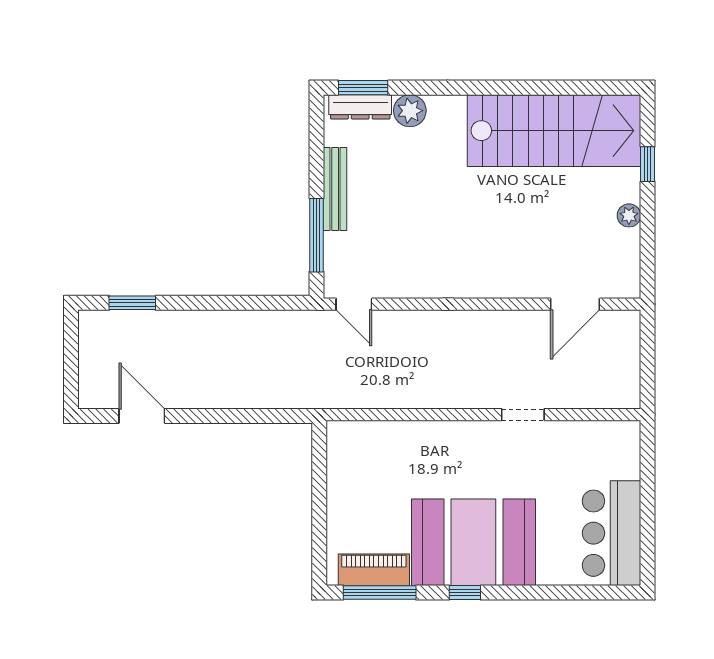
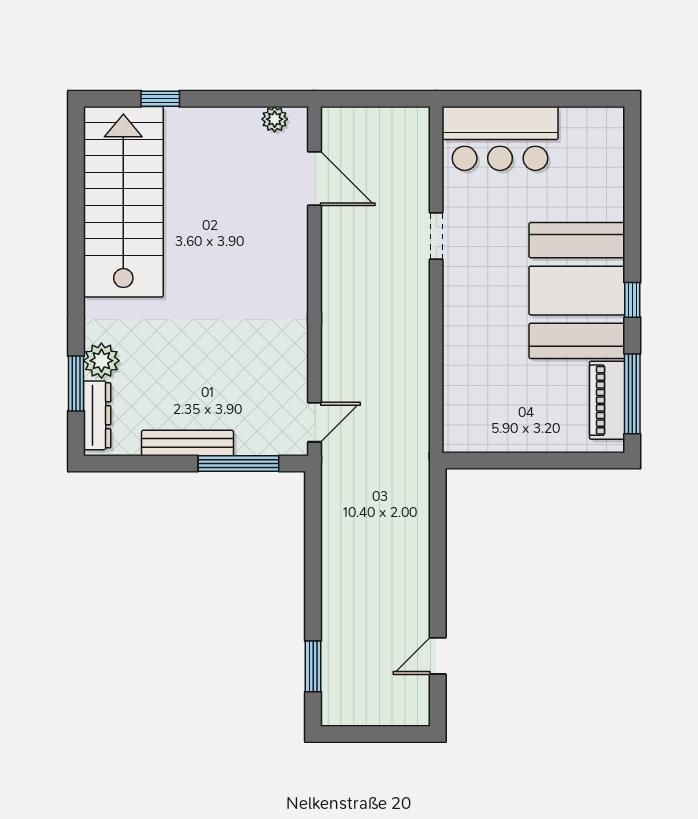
window: (363, 88) -> (76, 384), moved
plant: (629, 215) -> (275, 119), moved
door: (142, 416) -> (438, 656), width x0.73
bar counter: (612, 533) -> (500, 138), moved

